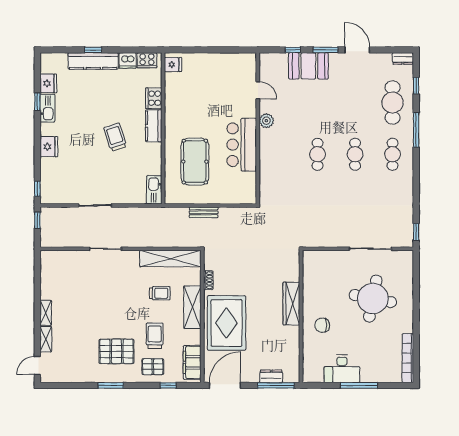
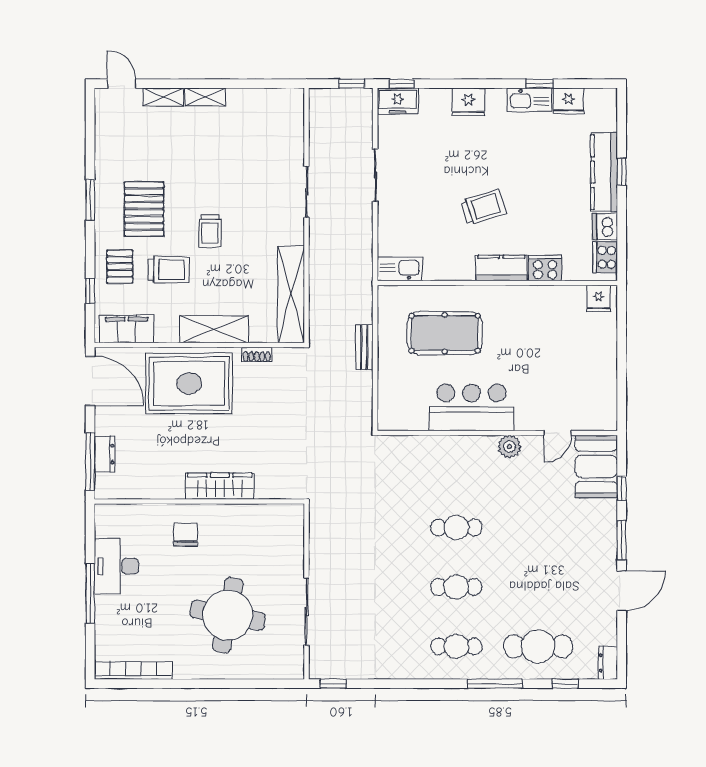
booth: (308, 66) -> (596, 466), moved
freezer: (48, 191) -> (398, 101), added
trolley: (160, 293) -> (210, 231), moved

